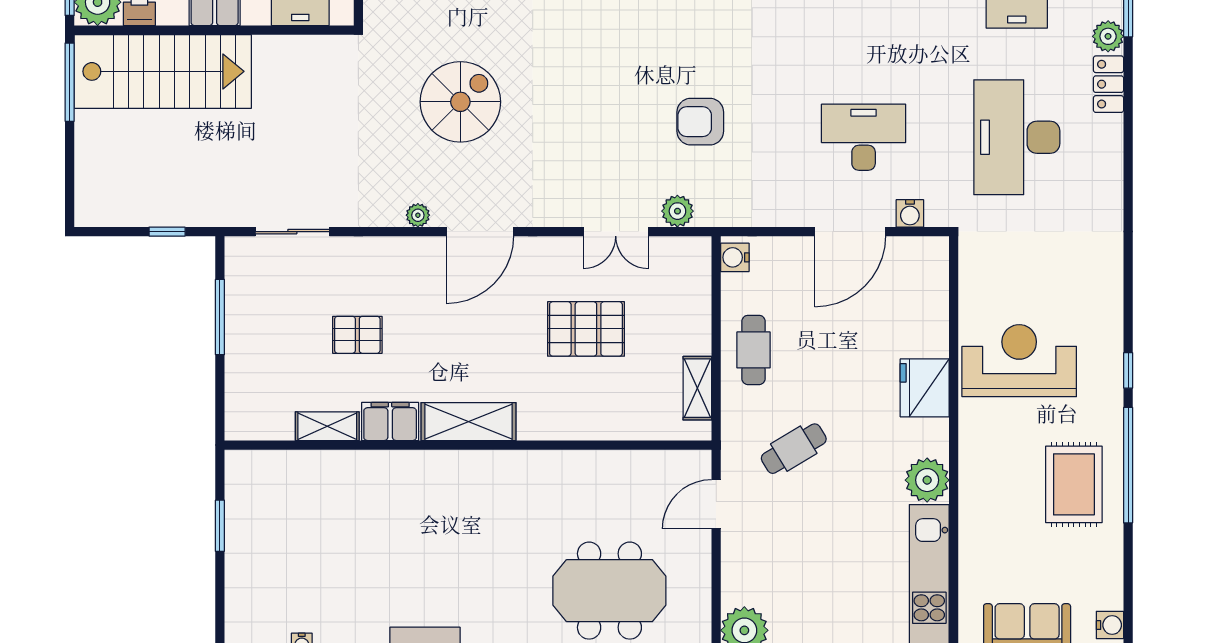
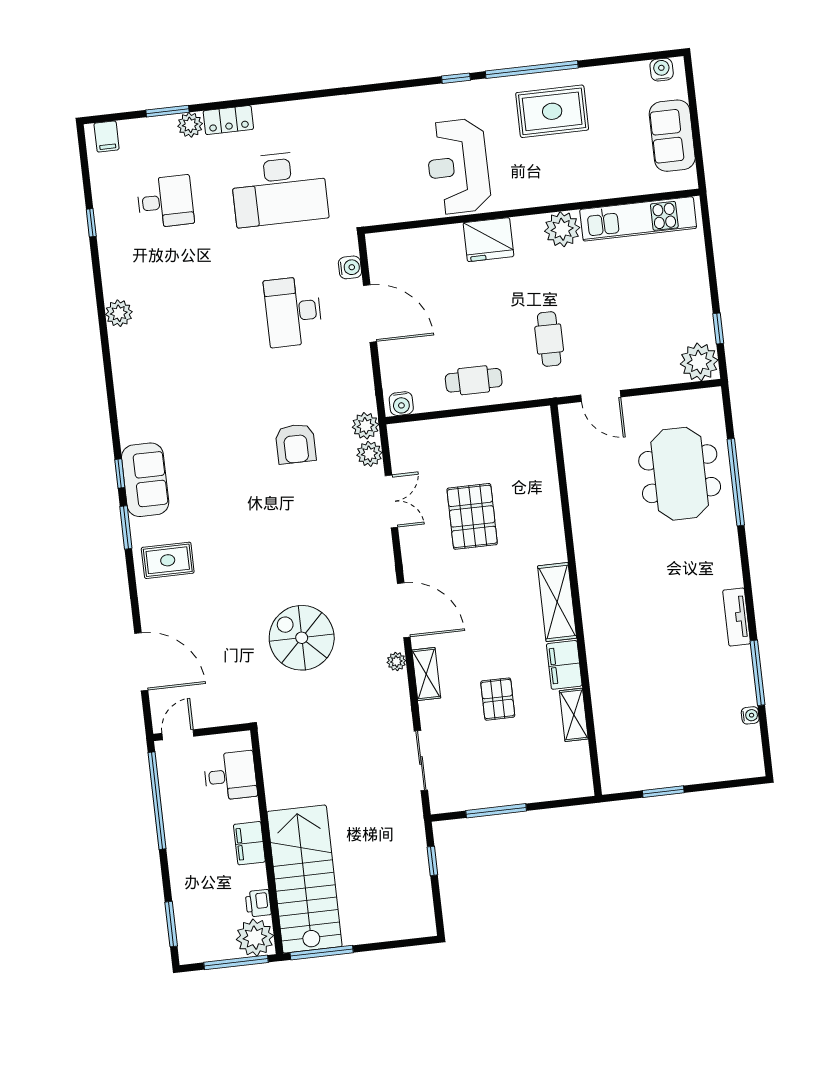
plant: (713, 210) -> (366, 426), added
shelving: (697, 388) -> (426, 674), moved, turned 90
cafe table: (794, 449) -> (549, 339), turned 31

